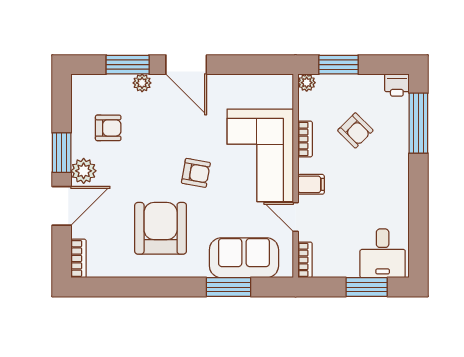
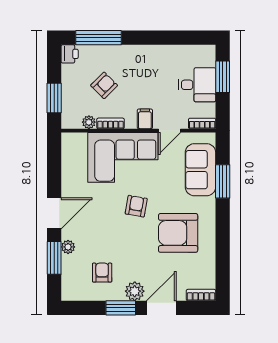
plant: (307, 83) -> (89, 122), moved
door: (62, 206) -> (161, 308), hinge flipped
desk: (383, 253) -> (197, 85), moved

